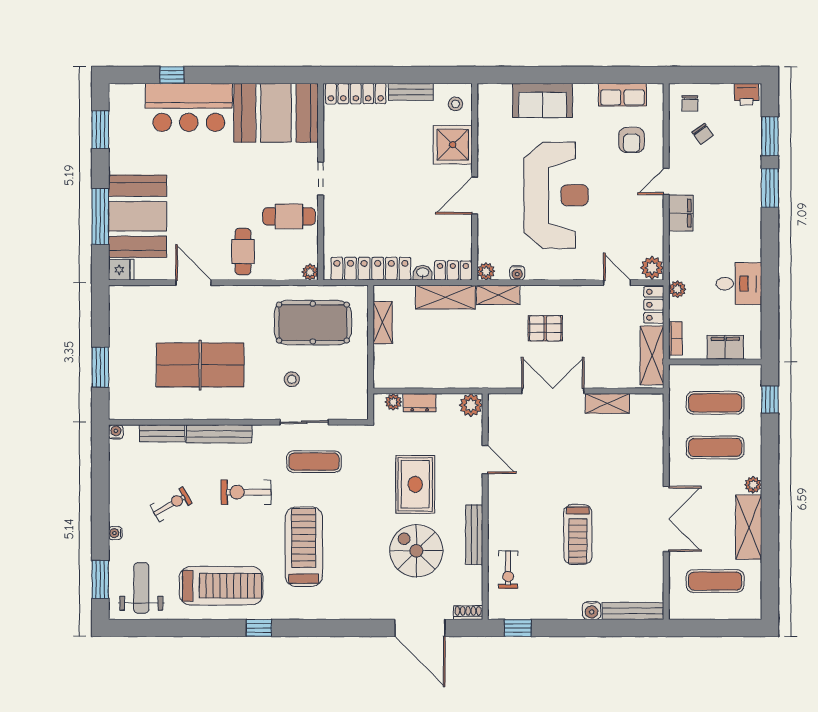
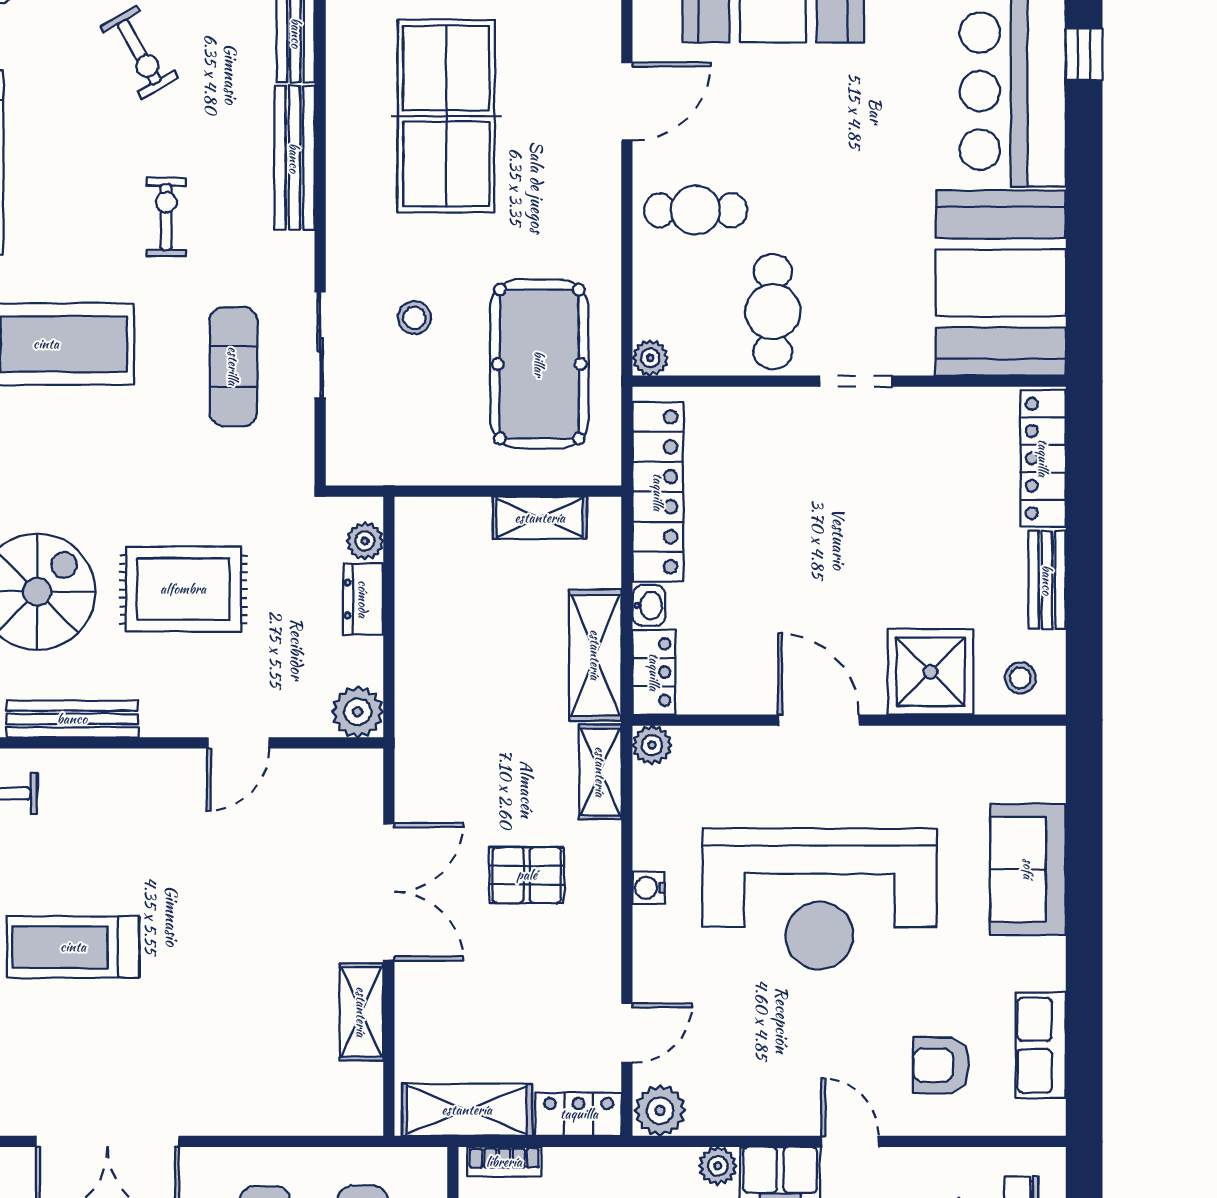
water cooler: (517, 273) -> (649, 888), moved
plant: (677, 289) -> (718, 1166), moved
pallet: (545, 328) -> (527, 875), turned 90
exercise bike: (246, 492) -> (166, 217), width x0.73, depth x0.72

